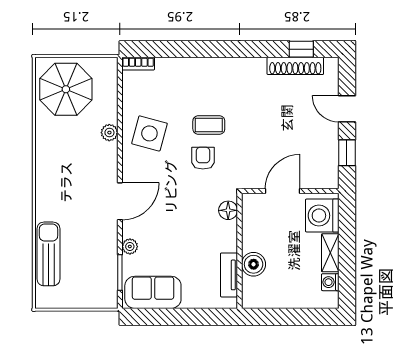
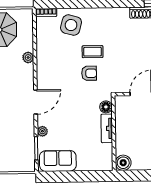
side table: (149, 133) -> (71, 25), moved
armchair: (203, 158) -> (89, 73), turned 90
boiler: (254, 264) -> (123, 163), moved
tv unit: (229, 275) -> (107, 128), moved

